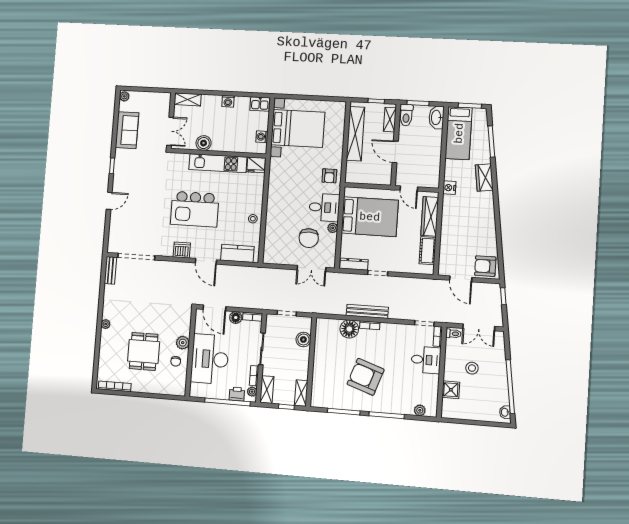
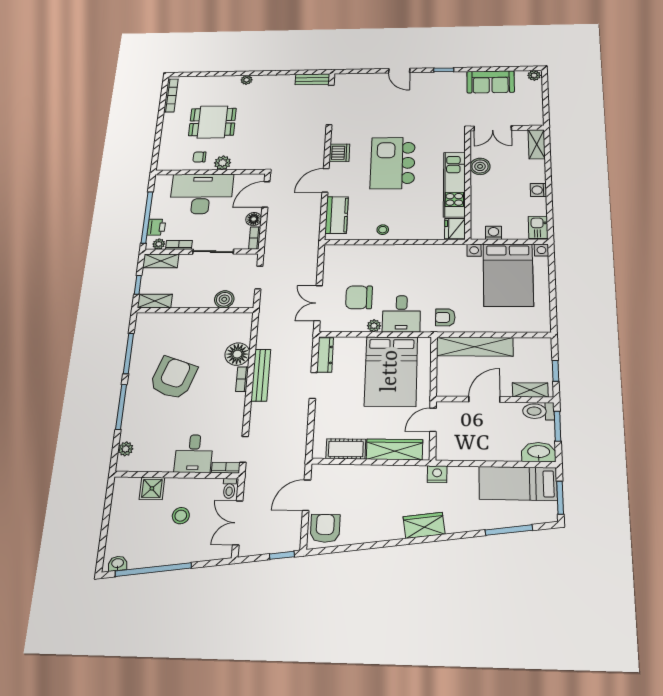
shelving: (355, 134) -> (475, 347), moved
wardrobe: (484, 178) -> (424, 525), moved

